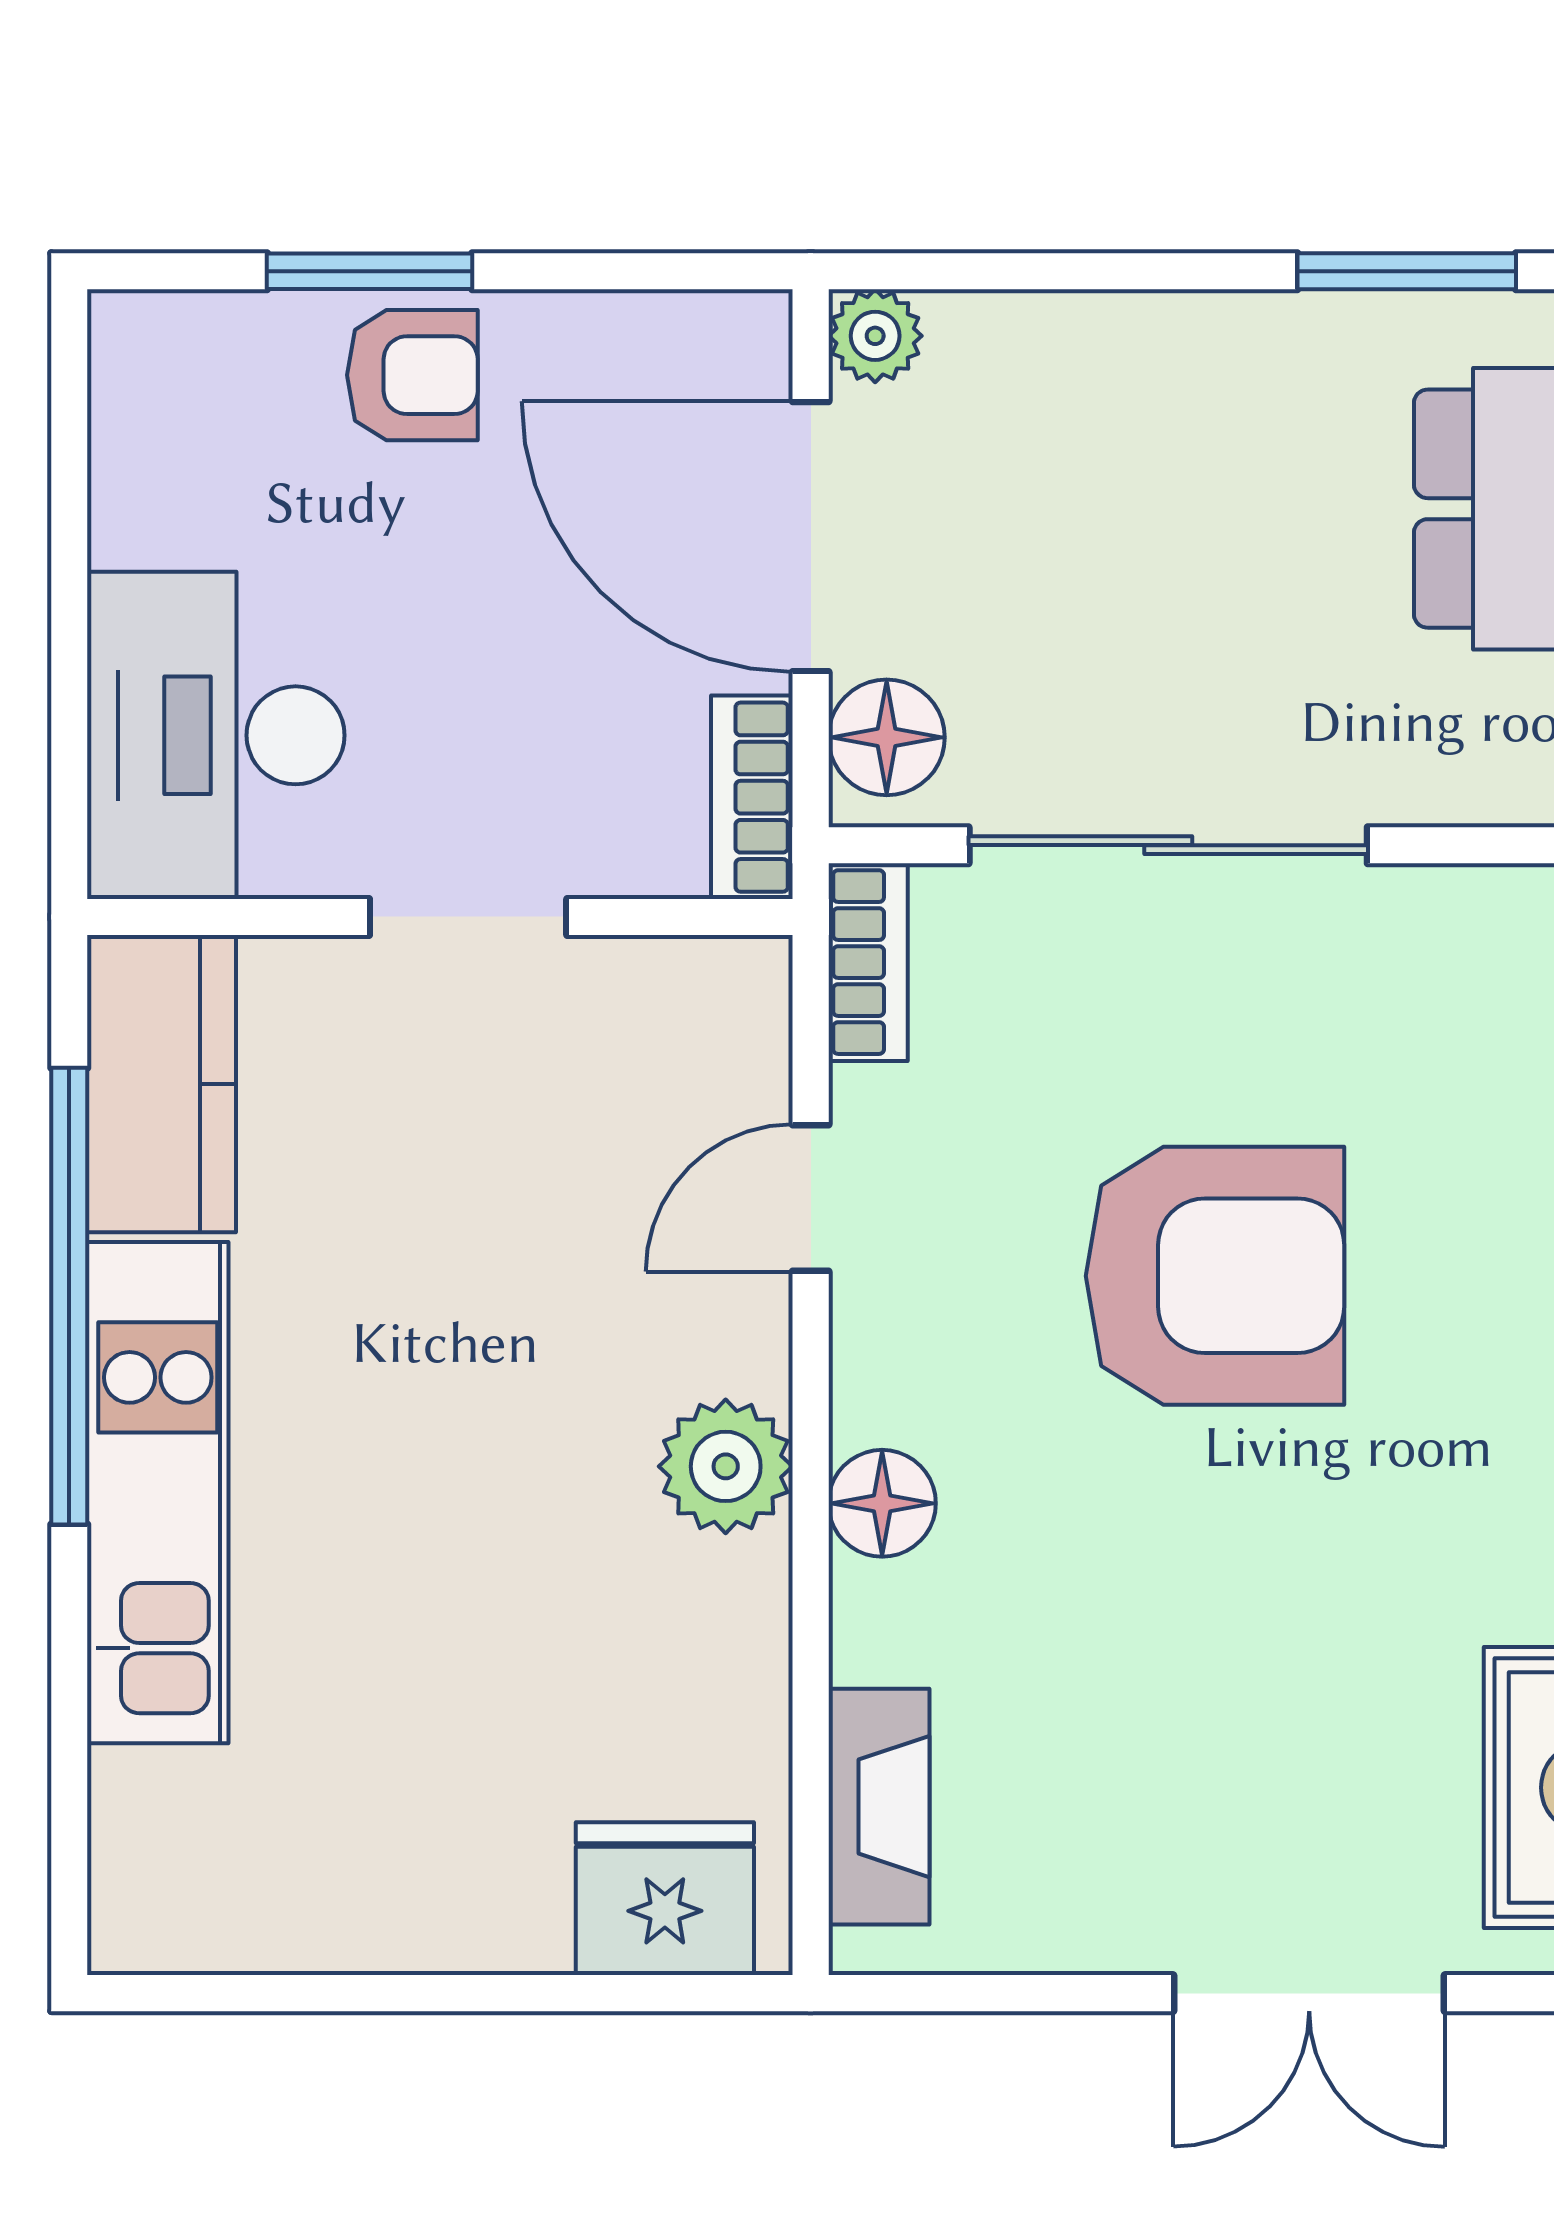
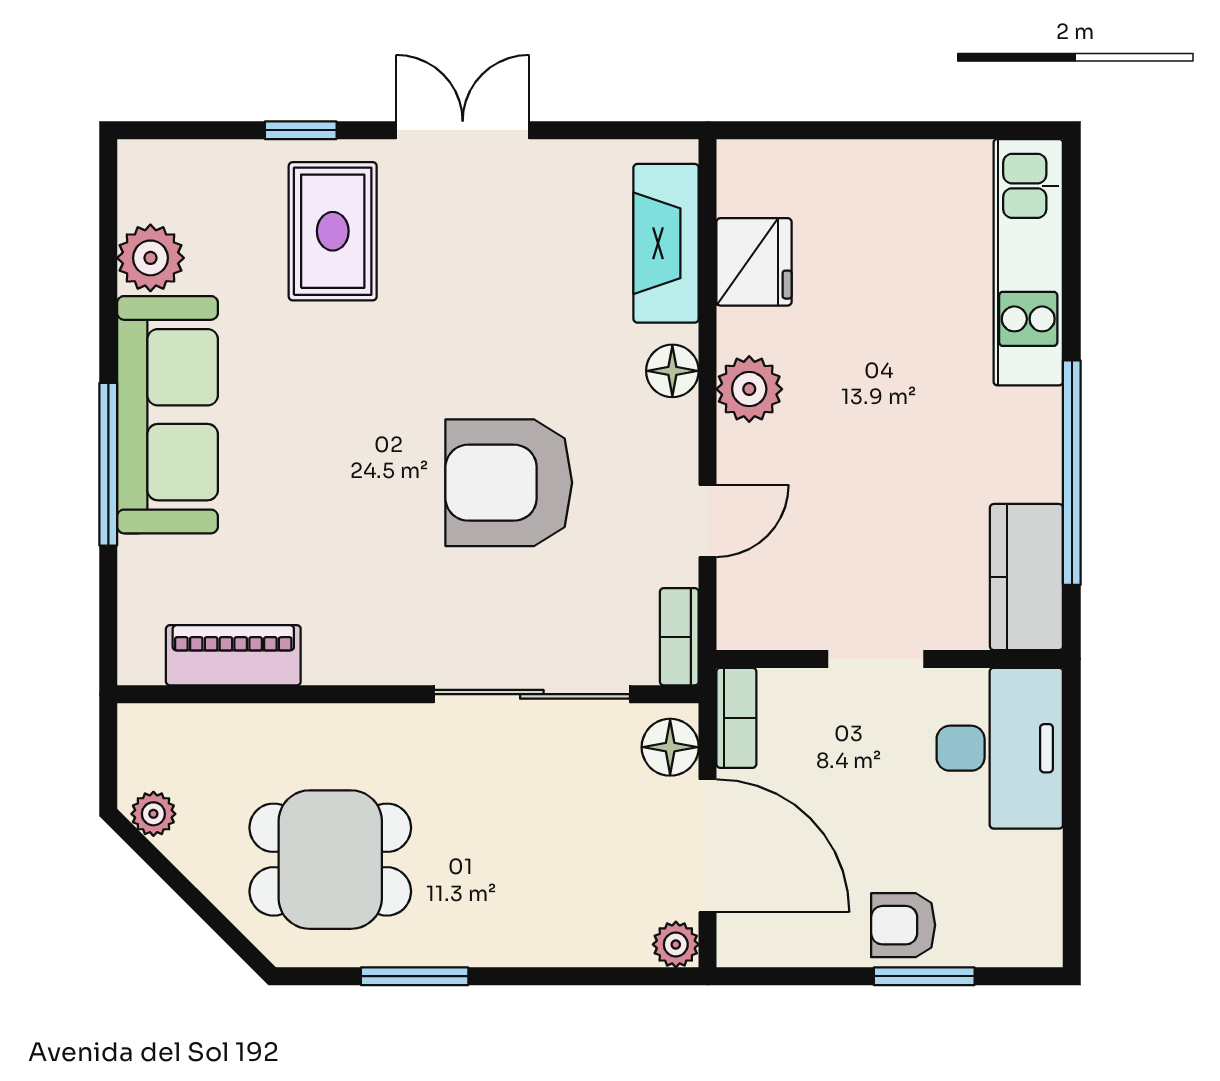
kitchen unit: (158, 1493) -> (1028, 262), moved
fireplace: (879, 1807) -> (666, 243), width x1.37, depth x1.32
fridge: (665, 1899) -> (754, 262), moved, turned -90

